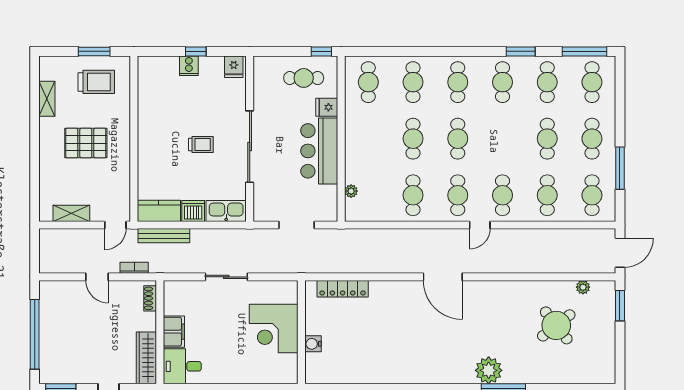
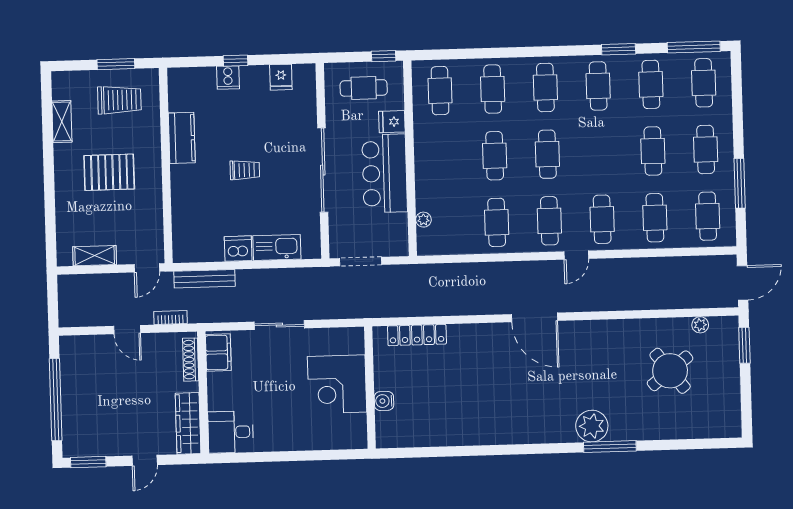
wall: (250, 139) -> (322, 161), moved
sliding door: (250, 147) -> (323, 170), moved
kitchen counter: (159, 211) -> (182, 138), moved, turned 90
shoe rack: (150, 298) -> (191, 360), width x1.43
filing cabinet: (174, 332) -> (218, 352), moved

